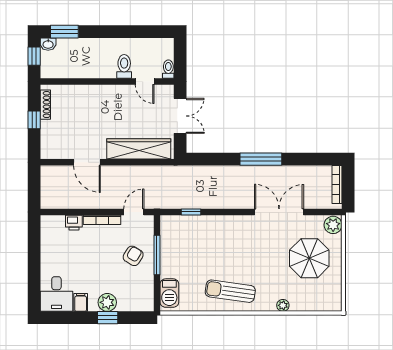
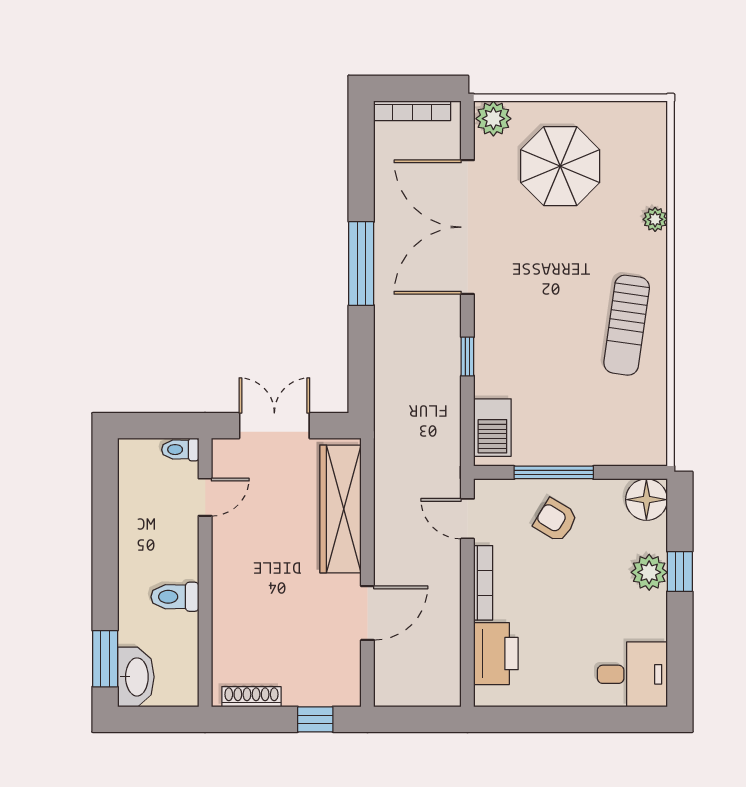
washbasin: (48, 44) -> (136, 677), width x1.91, depth x1.45
window: (34, 56) -> (154, 719), removed
toilet: (124, 66) -> (175, 597), moved
window: (34, 120) -> (315, 719), moved
window: (191, 212) -> (467, 356), moved
double door: (279, 212) -> (467, 227), width x1.36
printer: (74, 223) -> (496, 654), width x1.87, depth x1.48
barbecue: (169, 293) -> (492, 428), moved, turned 90
floor lamp: (143, 301) -> (646, 500), added
filing cabinet: (81, 302) -> (649, 626), removed

